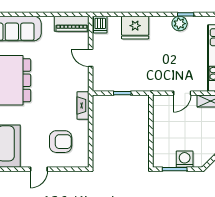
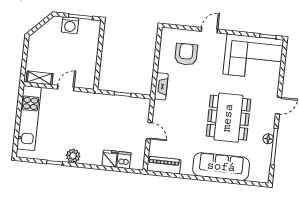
plant: (180, 24) -> (73, 156), moved
dishwasher: (100, 25) -> (124, 160), moved
fridge: (135, 28) -> (110, 159), width x0.53, depth x0.75
armchair: (61, 142) -> (186, 54), turned 90

